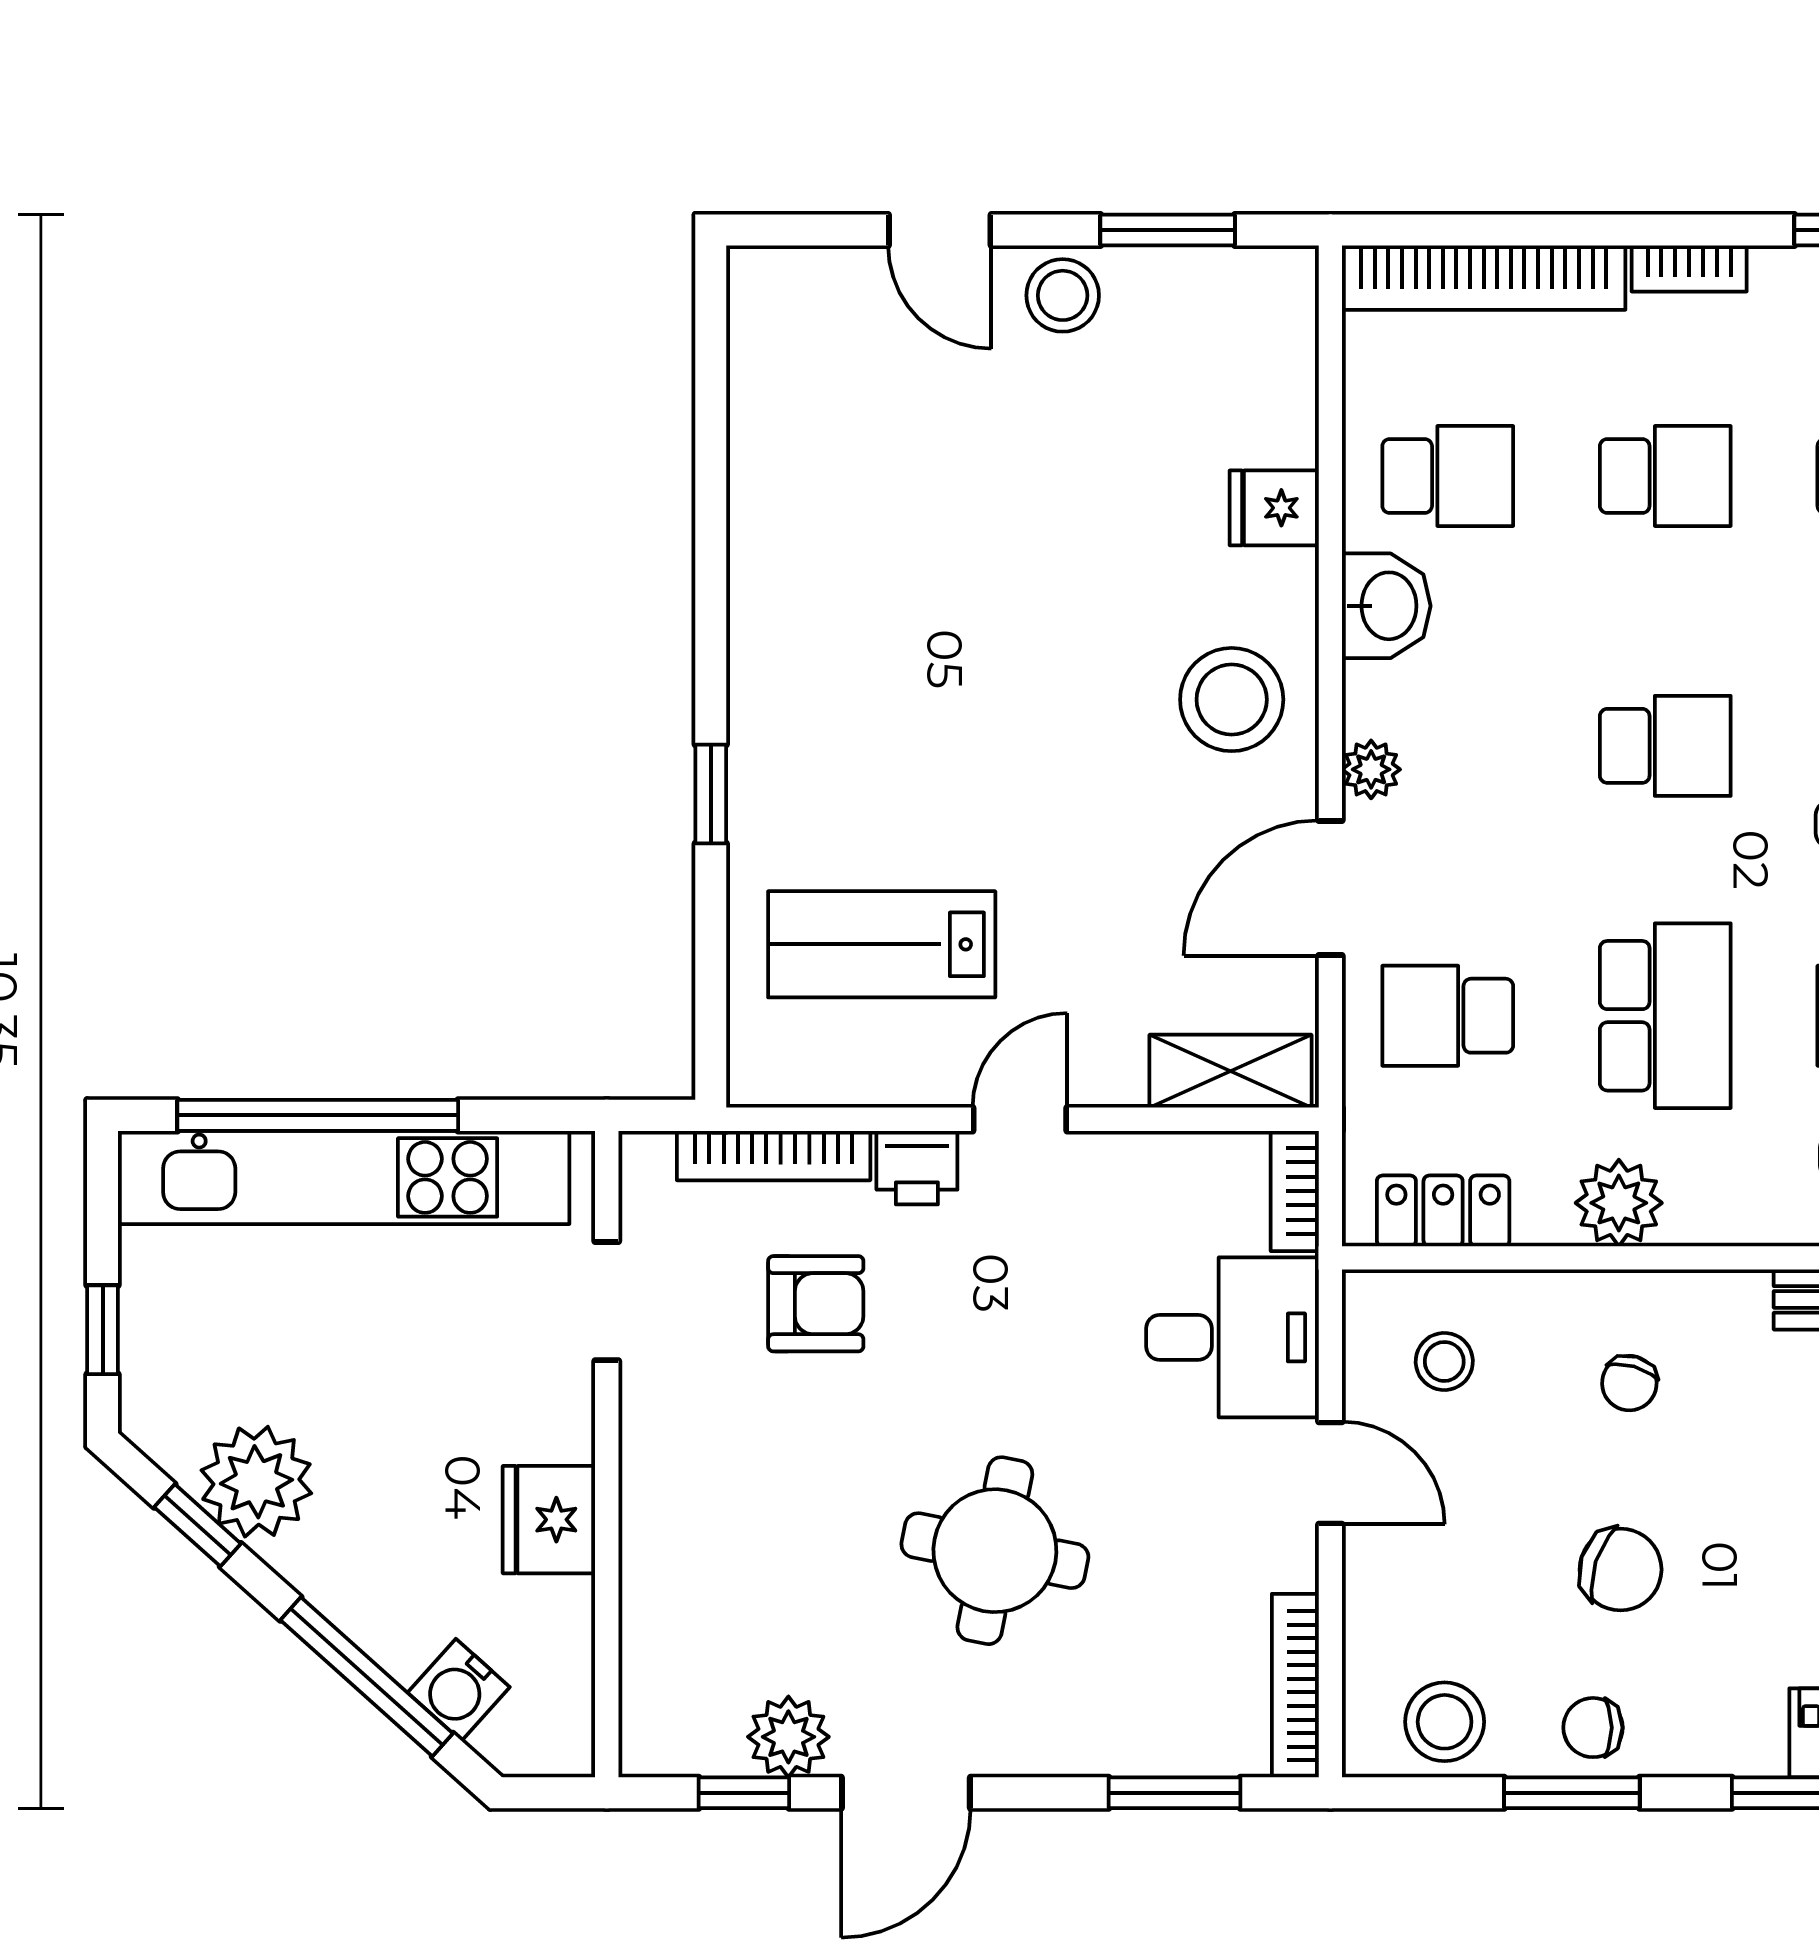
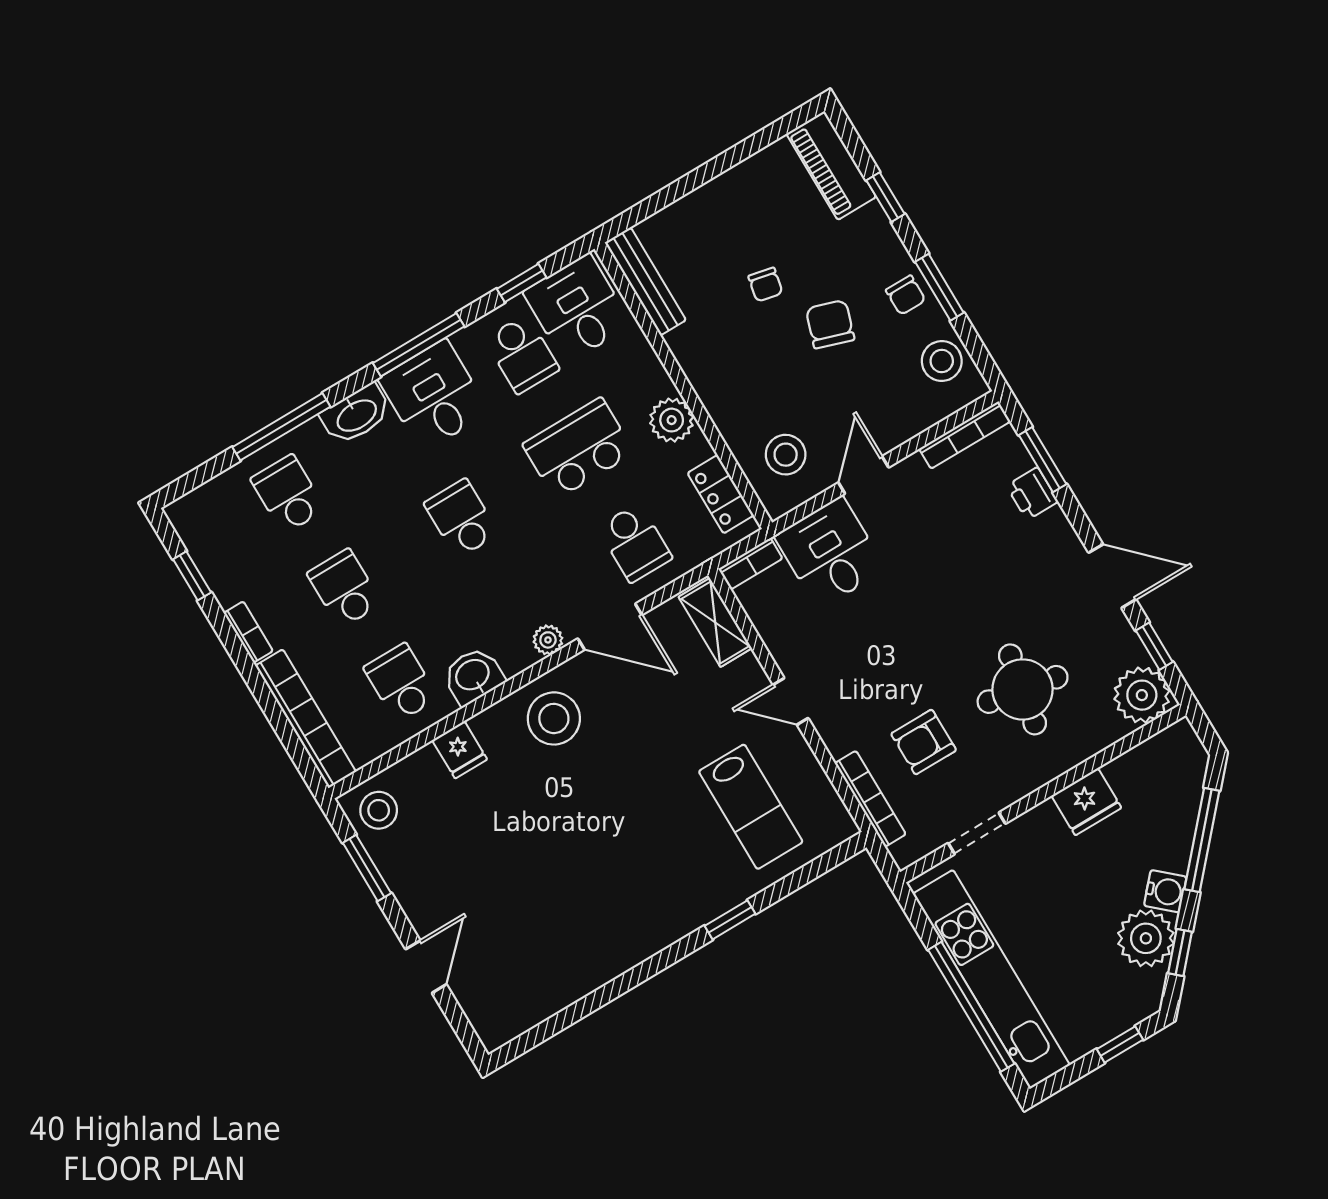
stool: (1063, 295) -> (379, 810), moved
printer: (917, 1168) -> (1032, 494), moved, turned 180
armchair: (816, 1304) -> (924, 742), turned -90
stool: (1444, 1361) -> (786, 455), width x1.37, depth x1.37
chair: (1629, 1383) -> (765, 285), moved, turned 86
round table: (995, 1551) -> (1023, 689), moved
water cooler: (459, 1690) -> (1165, 891), moved
plant: (788, 1737) -> (1142, 695), moved, width x1.36, depth x1.36

